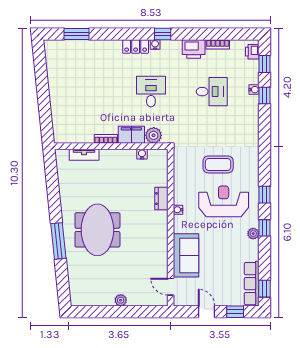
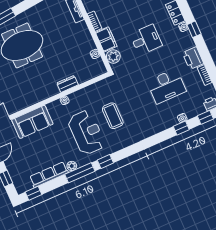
desk: (212, 92) -> (166, 86), width x1.37
window: (265, 228) -> (80, 173), width x2.17
row of seats: (252, 284) -> (49, 175), moved

